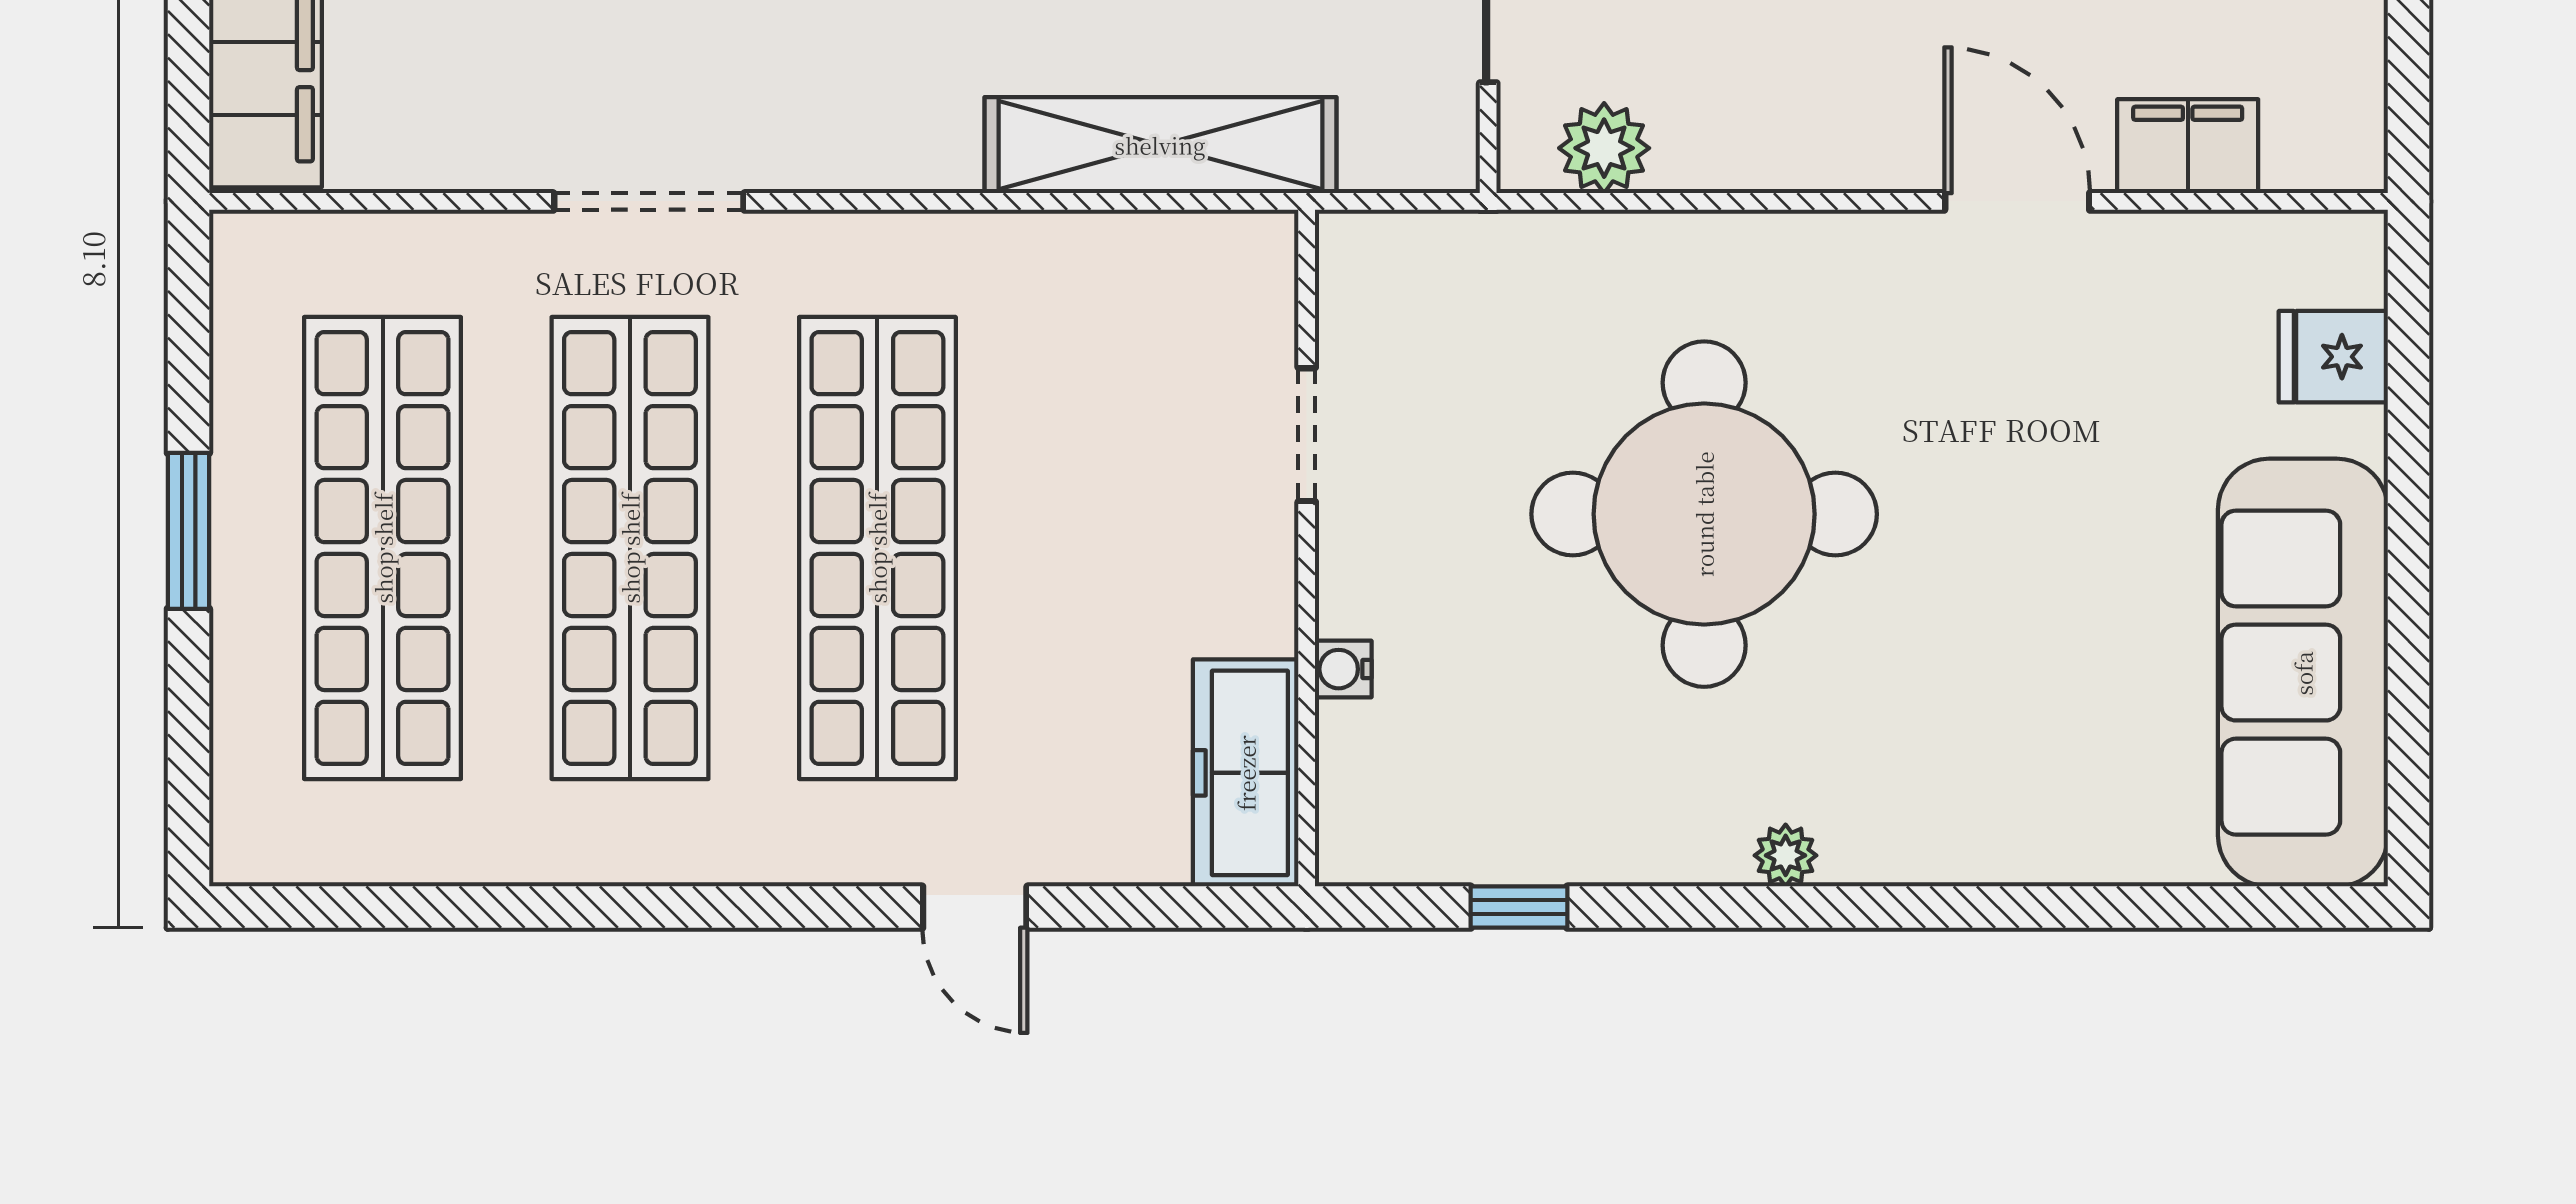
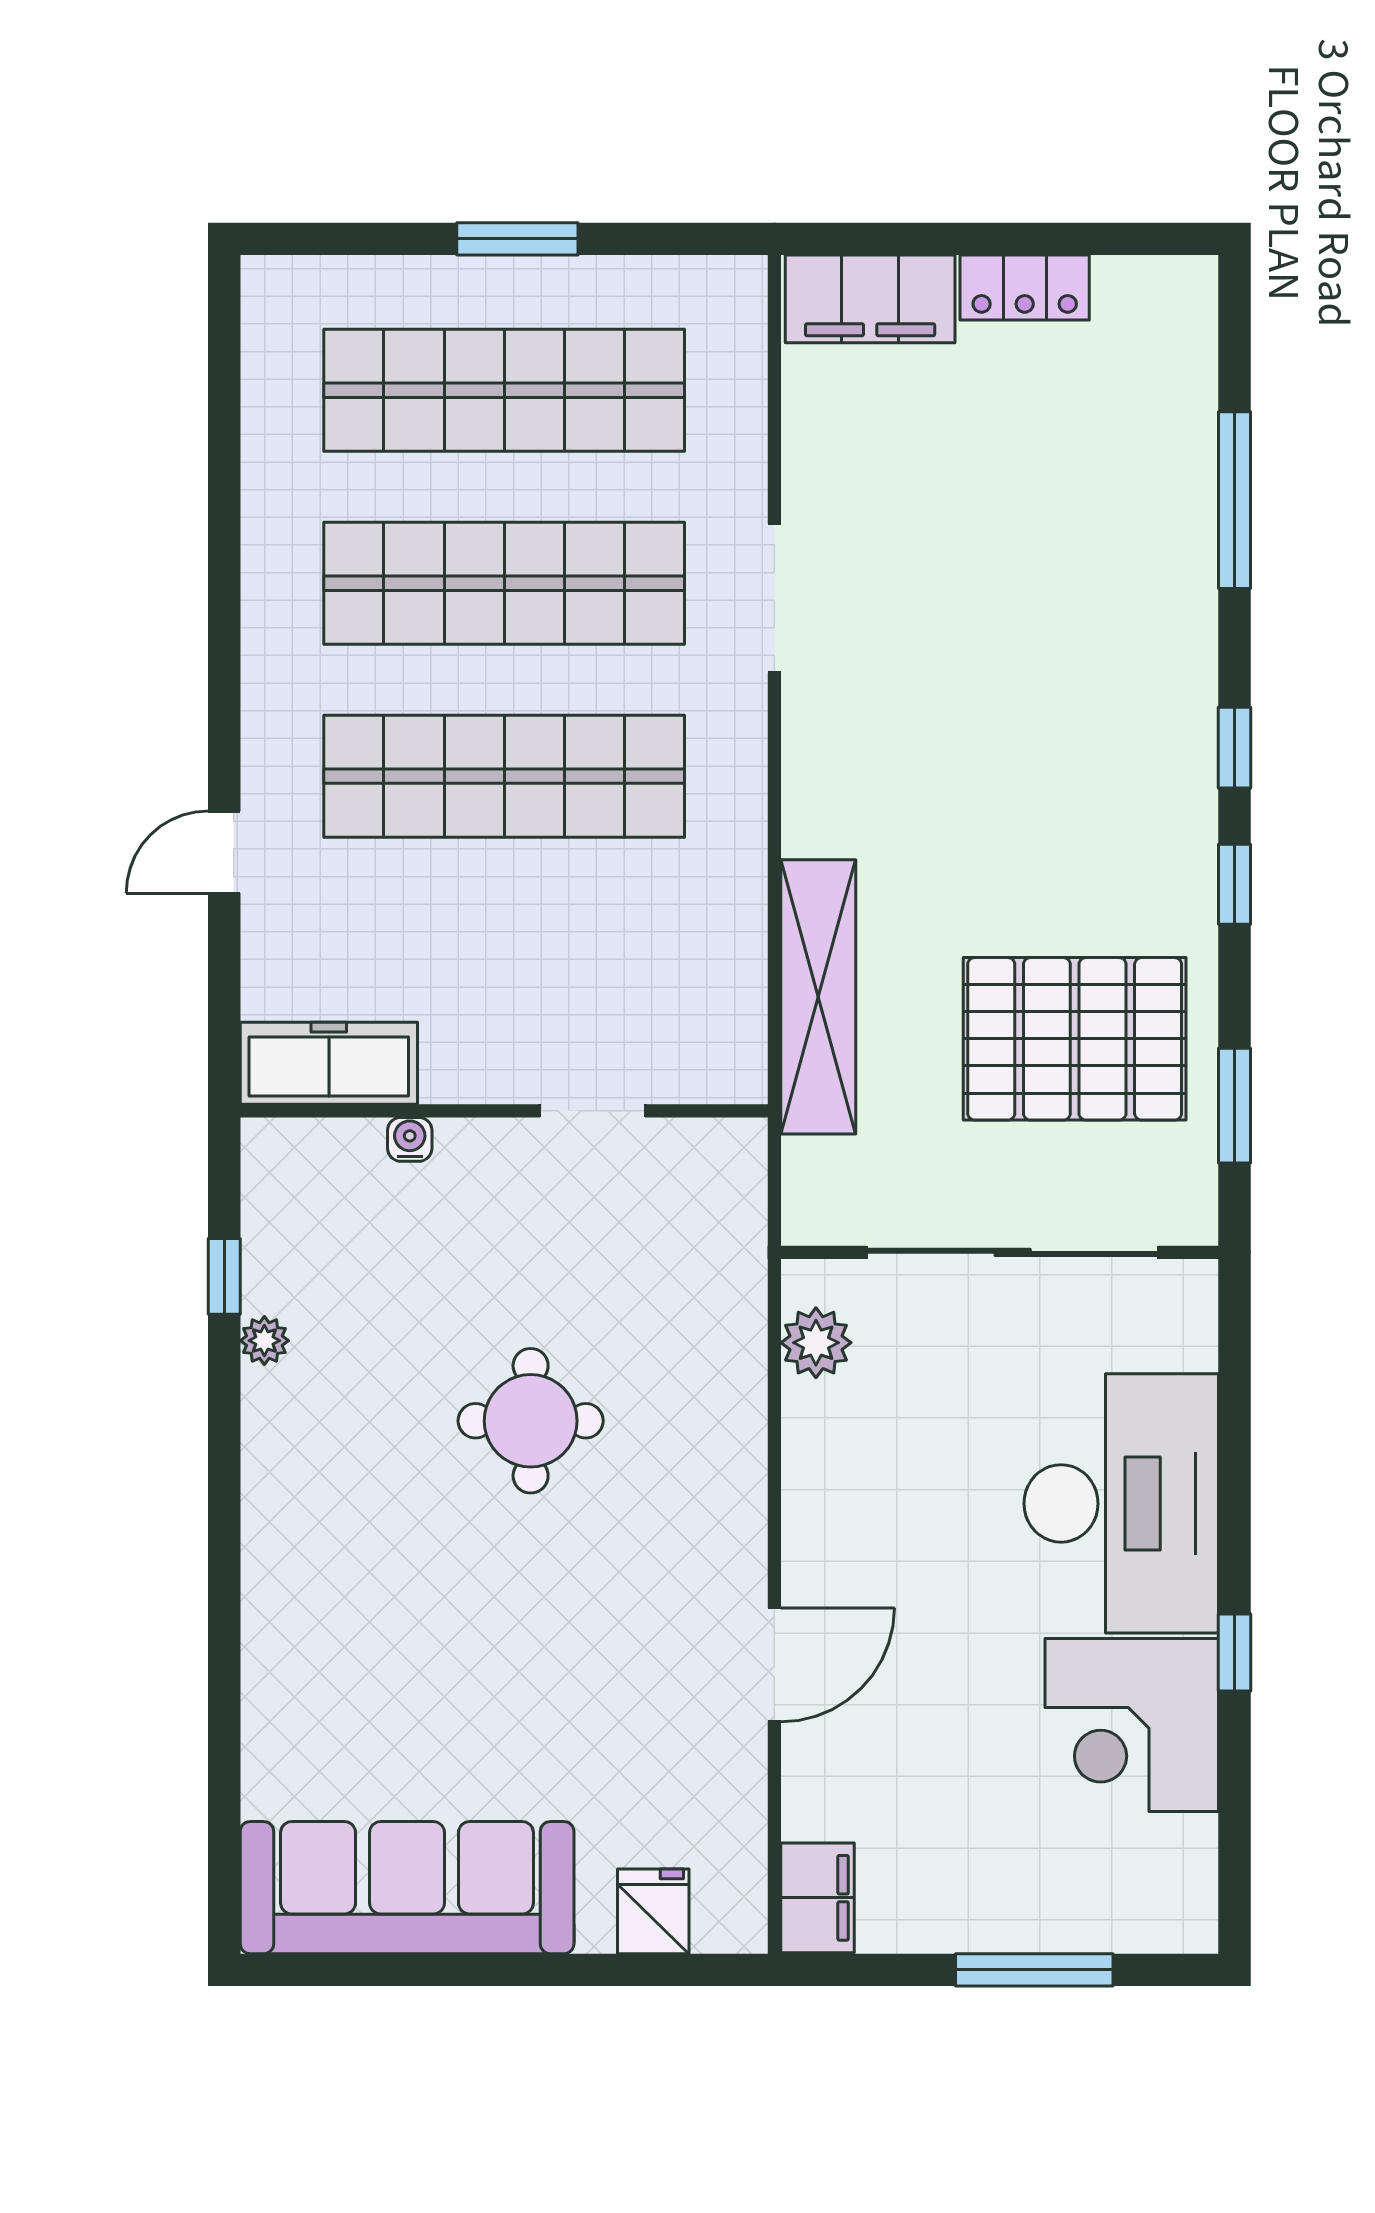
filing cabinet: (2188, 146) -> (817, 1898), moved
round table: (1704, 514) -> (531, 1421), width x0.54, depth x0.54
plant: (1786, 855) -> (264, 1341), moved

